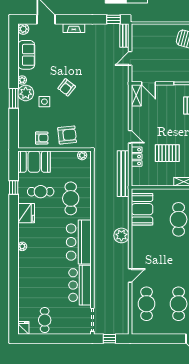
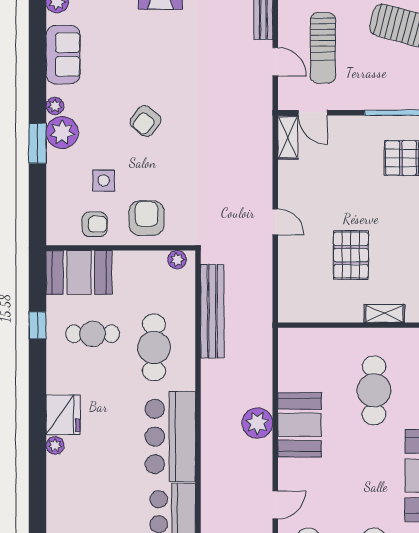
sun lounger: (154, 52) -> (323, 48), added
door: (130, 58) -> (275, 62), swing flipped
side table: (44, 102) -> (104, 180), moved
armchair: (67, 135) -> (147, 218), turned -84
pallet: (167, 153) -> (351, 255), turned 90
locker: (137, 157) -> (288, 262), removed
bench: (123, 174) -> (212, 311), moved
booth: (142, 209) -> (300, 425), moved
fridge: (26, 213) -> (63, 415), moved

